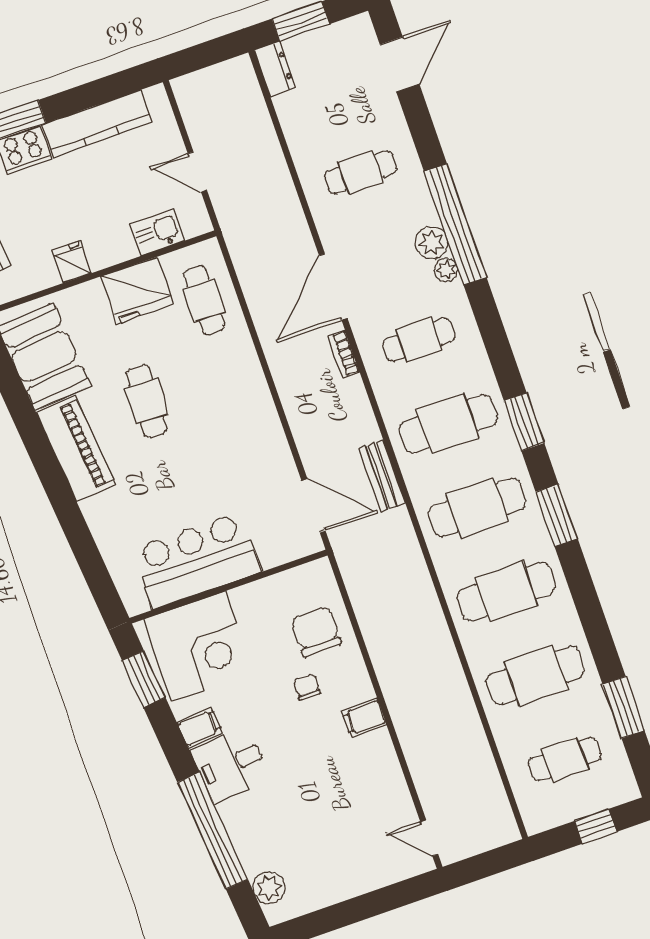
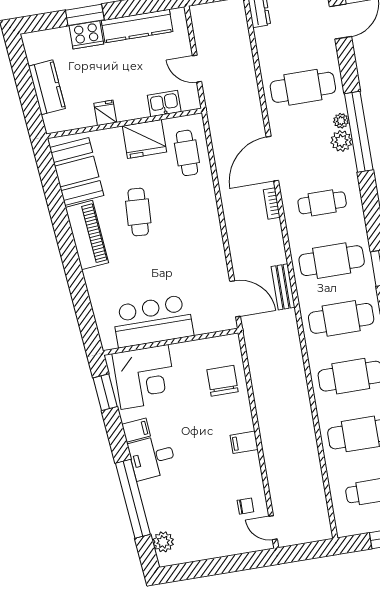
cafe table: (360, 172) -> (303, 87), width x1.37, depth x1.35
plant: (446, 270) -> (341, 121), moved
chair: (307, 687) -> (245, 506), moved, turned 90

